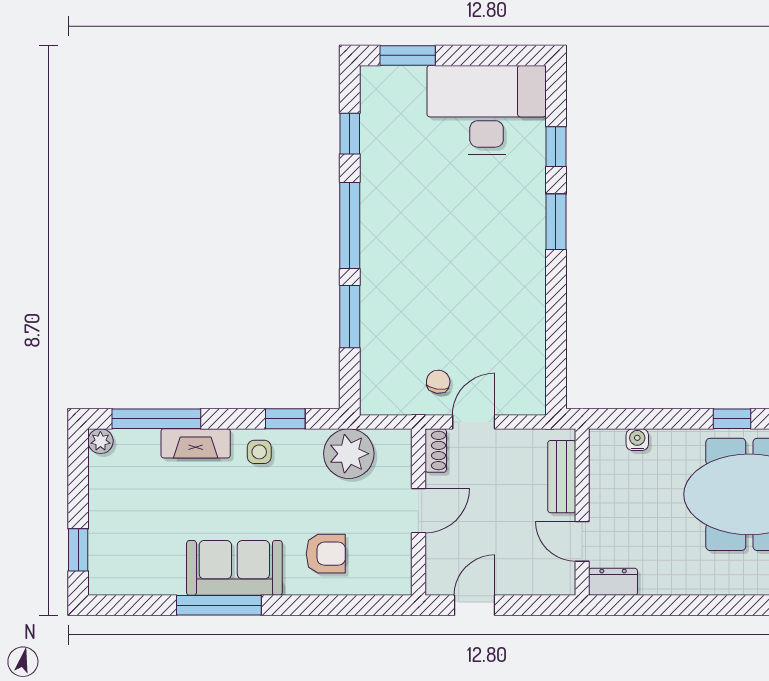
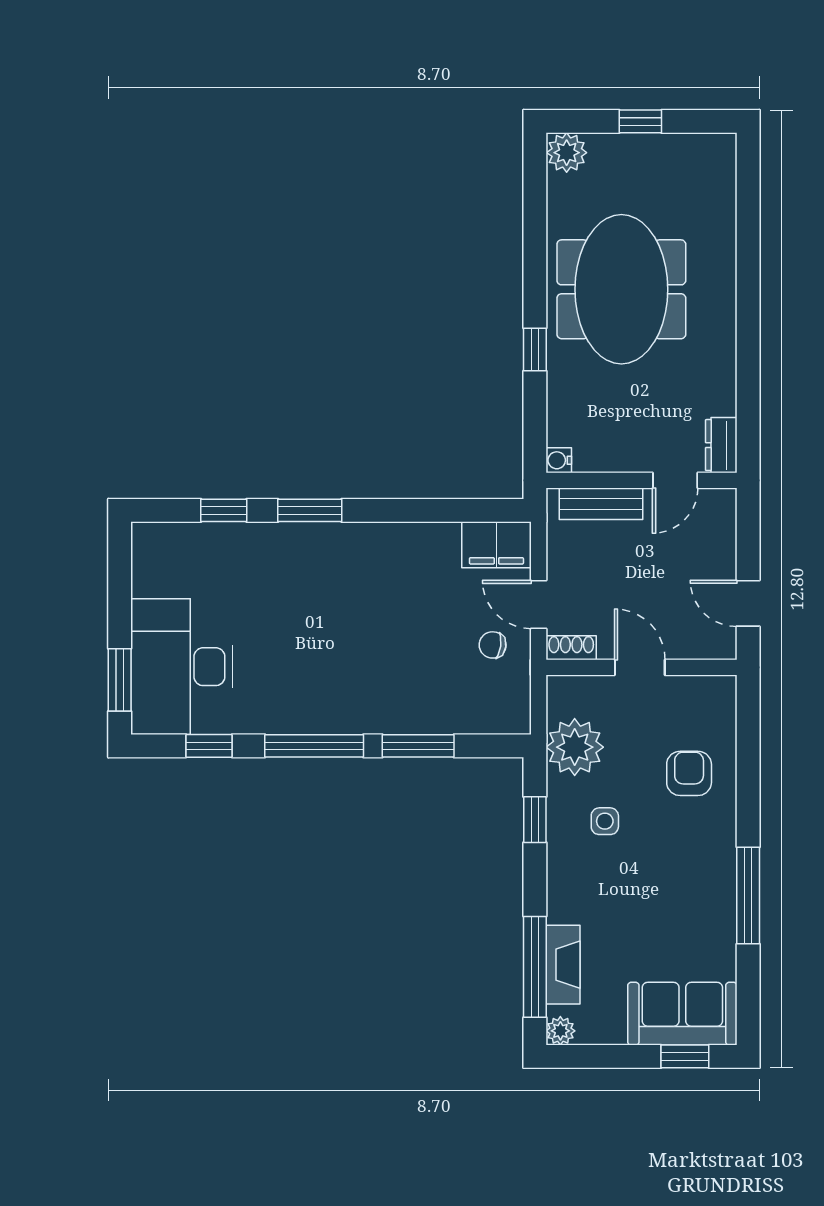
desk: (487, 110) -> (182, 667), moved
filing cabinet: (526, 385) -> (496, 545), added
window: (732, 419) -> (535, 350), moved
water cooler: (637, 440) -> (559, 460), moved
fireplace: (196, 443) -> (563, 965), moved
side table: (259, 452) -> (605, 821), moved
sofa: (234, 568) -> (682, 1014), moved, turned 90

